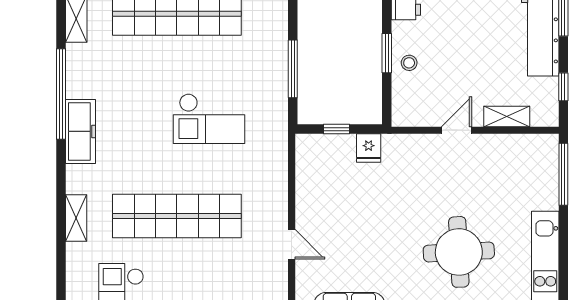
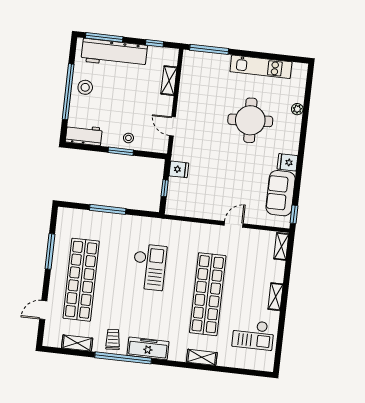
window: (293, 69) -> (108, 209), moved
trolley: (89, 74) -> (113, 339), added
door: (456, 130) -> (172, 126), moved

